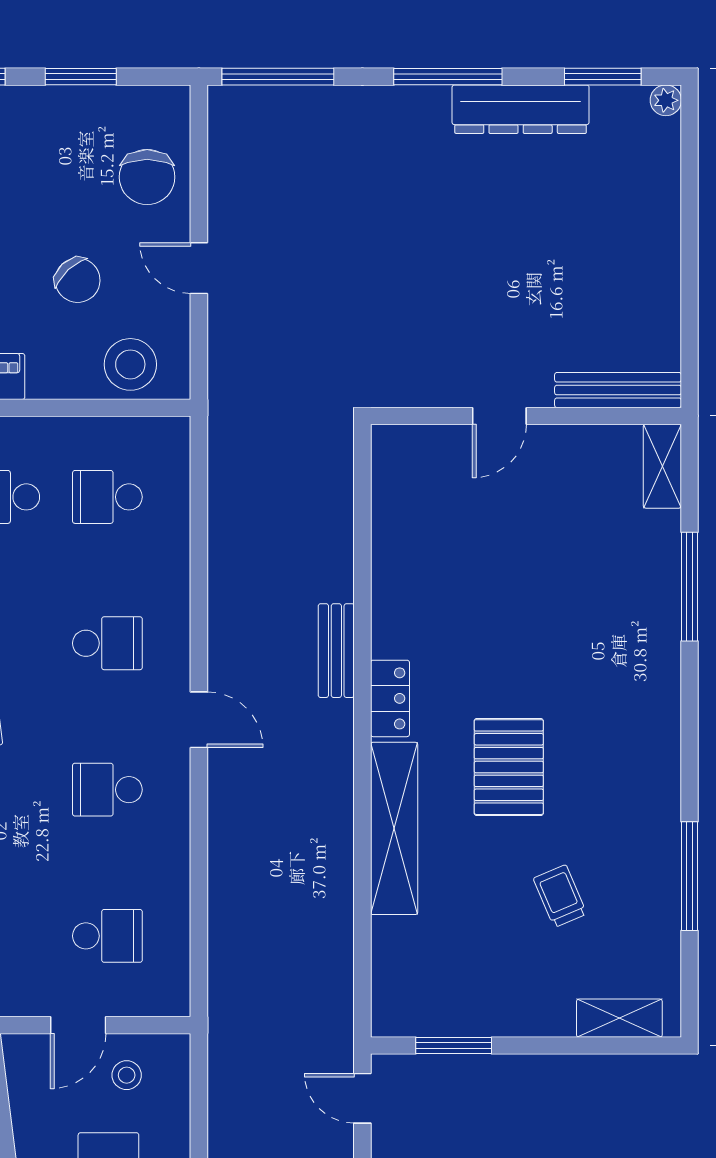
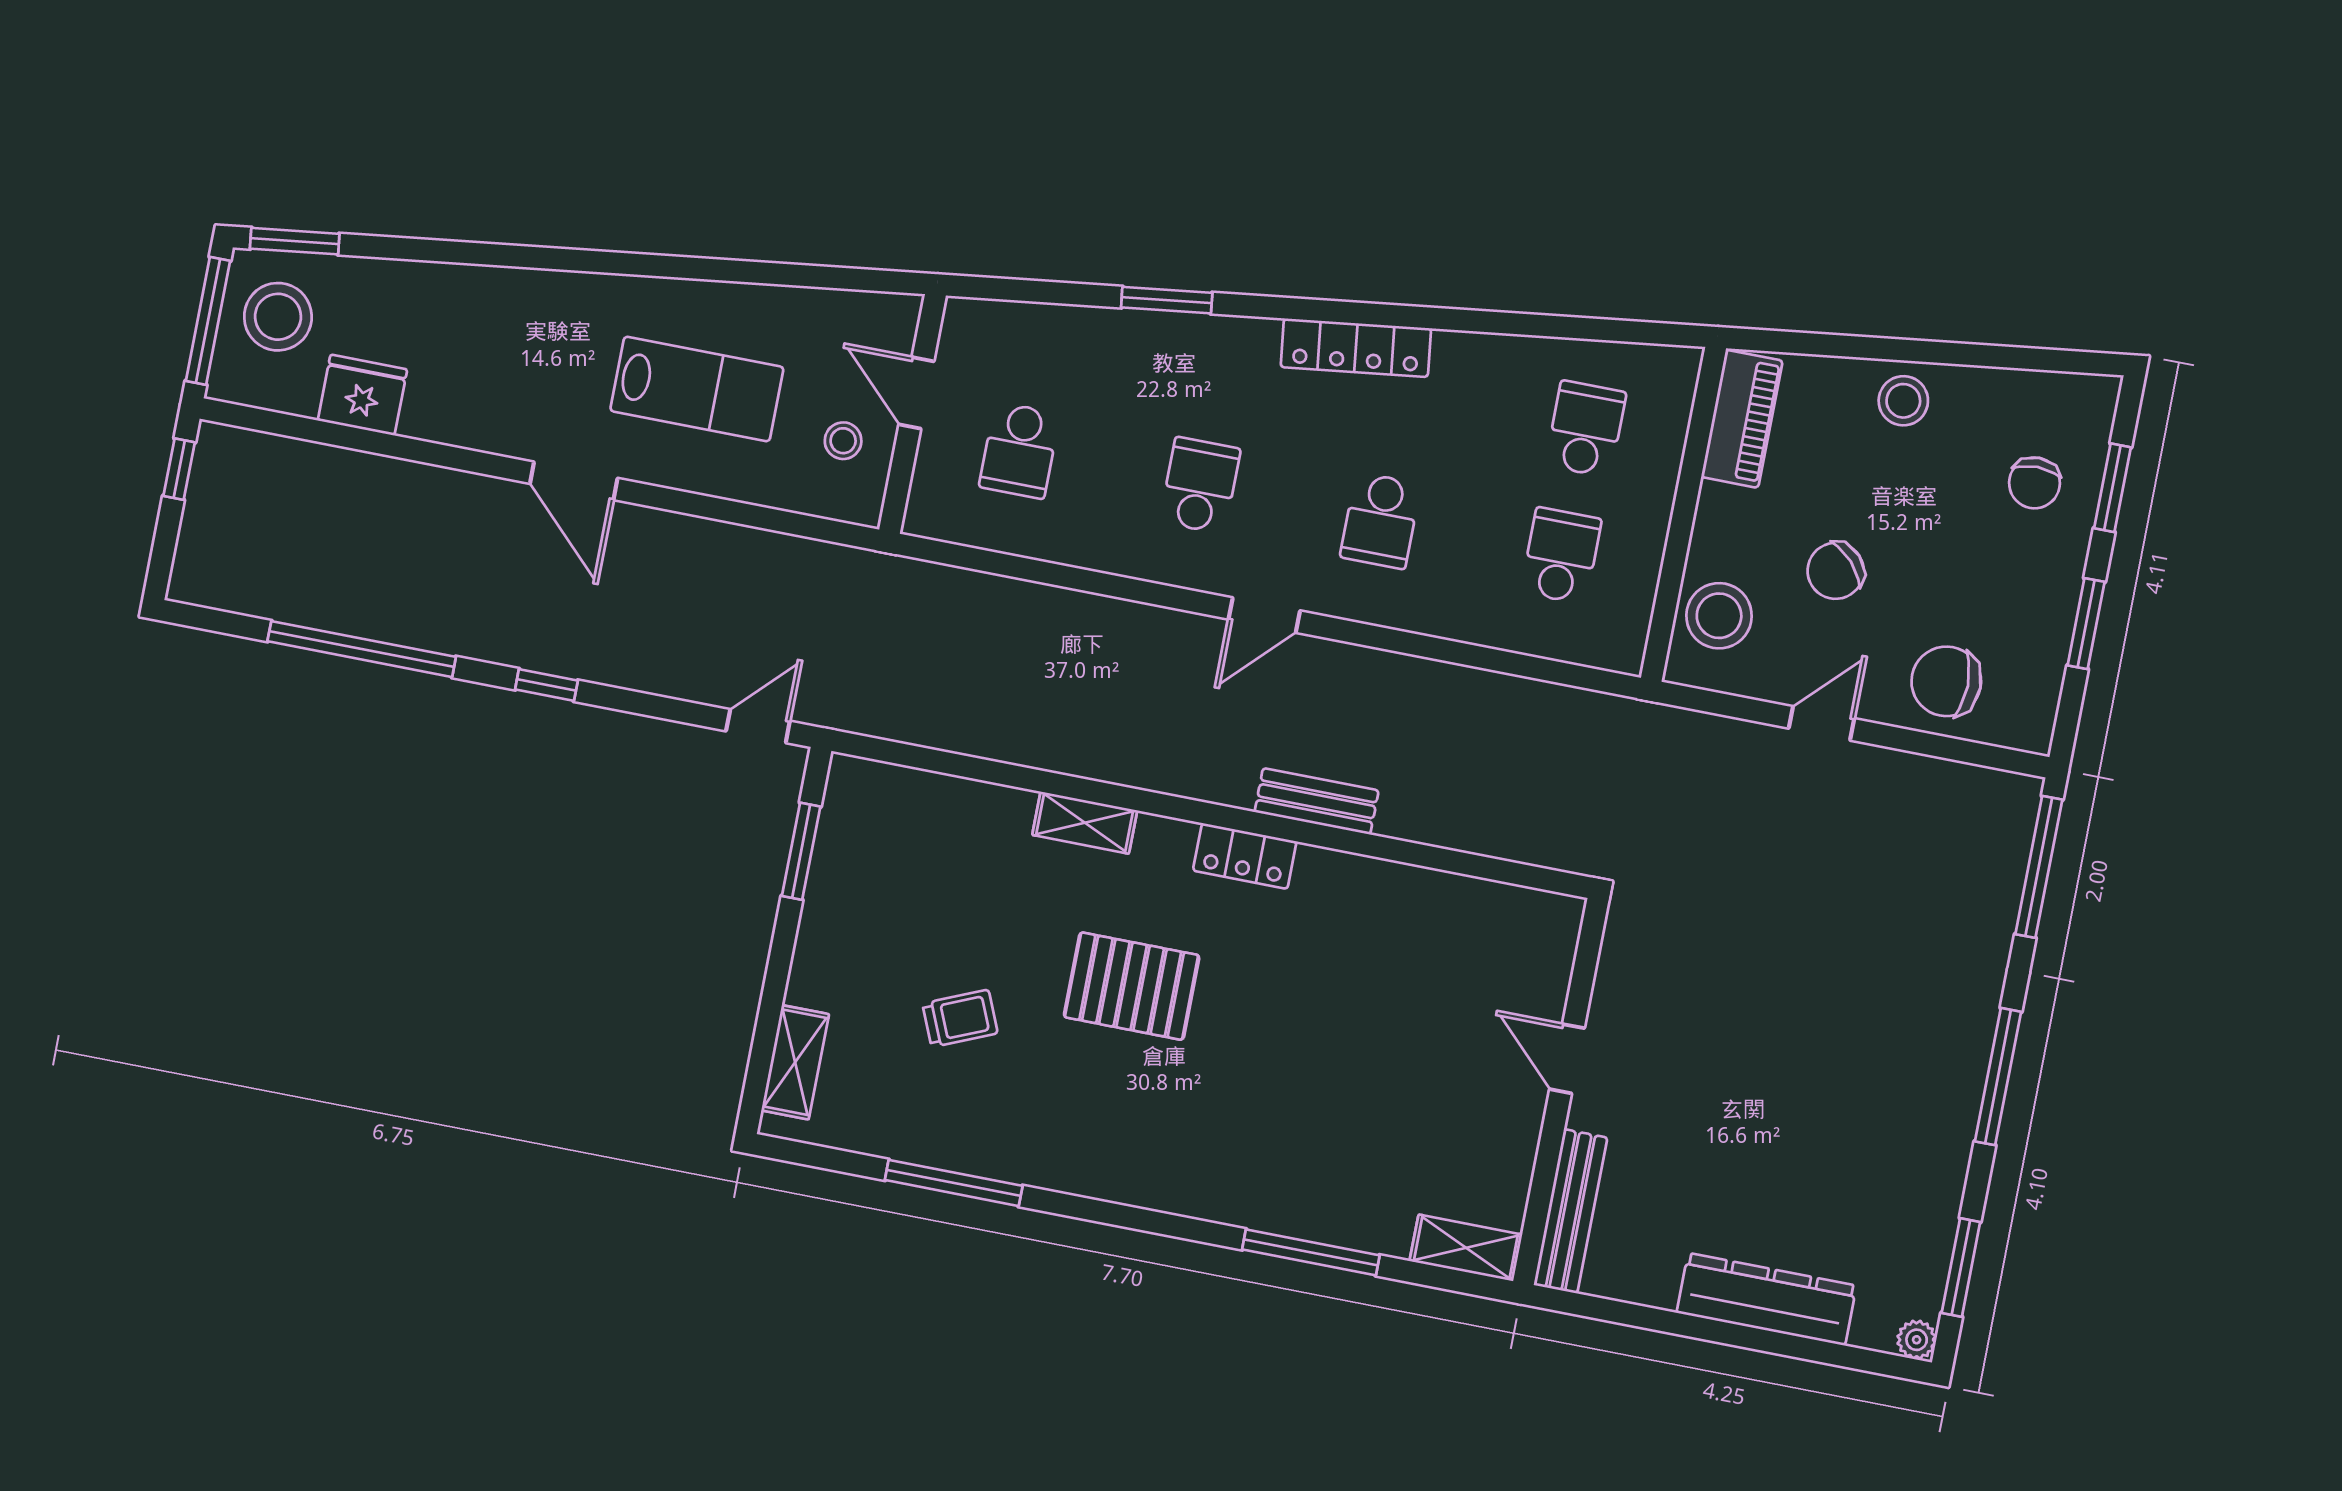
dresser: (521, 109) -> (1767, 1299), moved, turned 90
shelving: (394, 828) -> (1085, 823), width x0.45, depth x0.75

